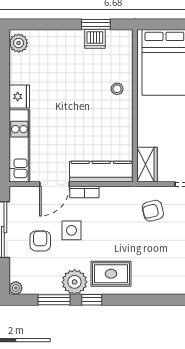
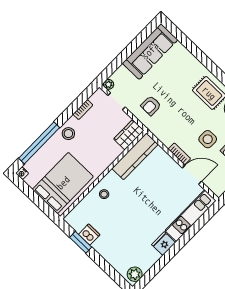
kitchen counter: (101, 172) -> (135, 156), moved, turned -90
armchair: (153, 211) -> (151, 106), turned 104

